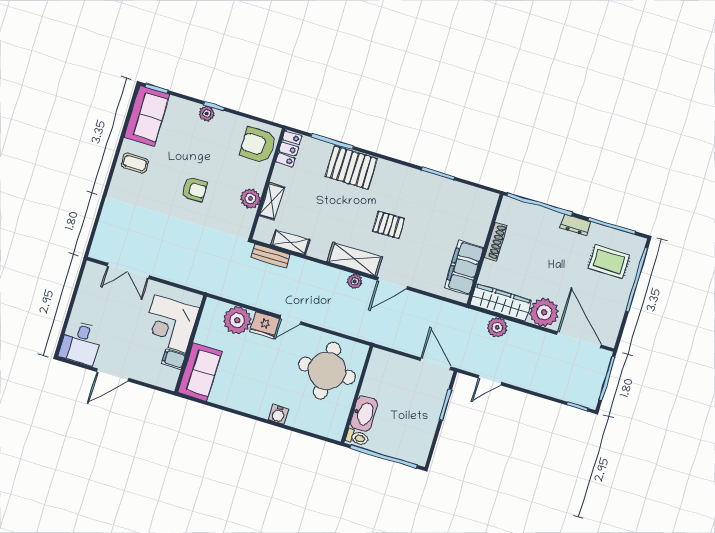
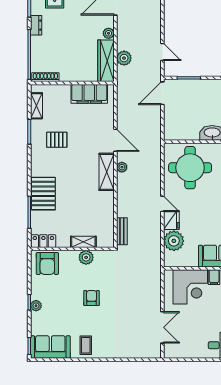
pallet: (389, 225) -> (57, 140), moved, turned 90
shelving: (290, 242) -> (36, 106), moved
shoe rack: (496, 242) -> (45, 77), moved
plant: (544, 312) -> (109, 33), width x0.53, depth x0.53

